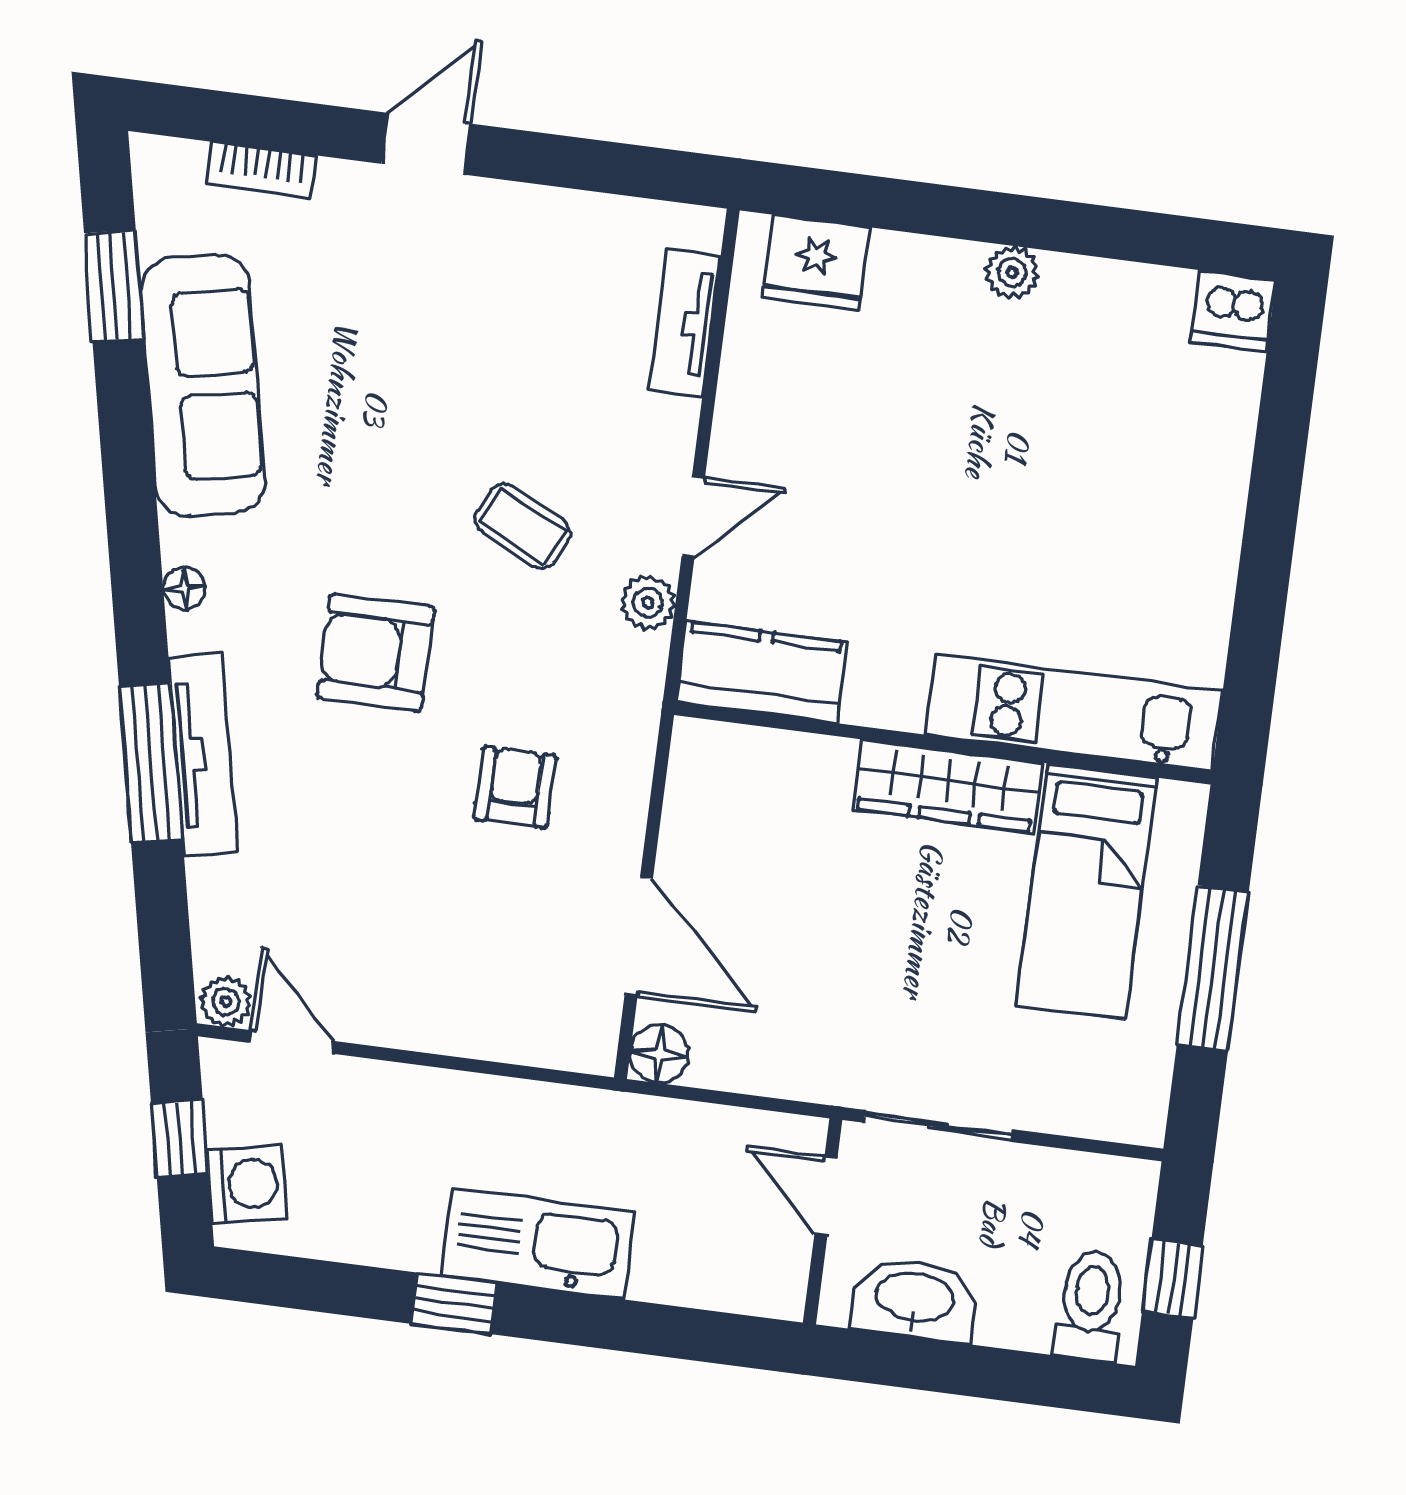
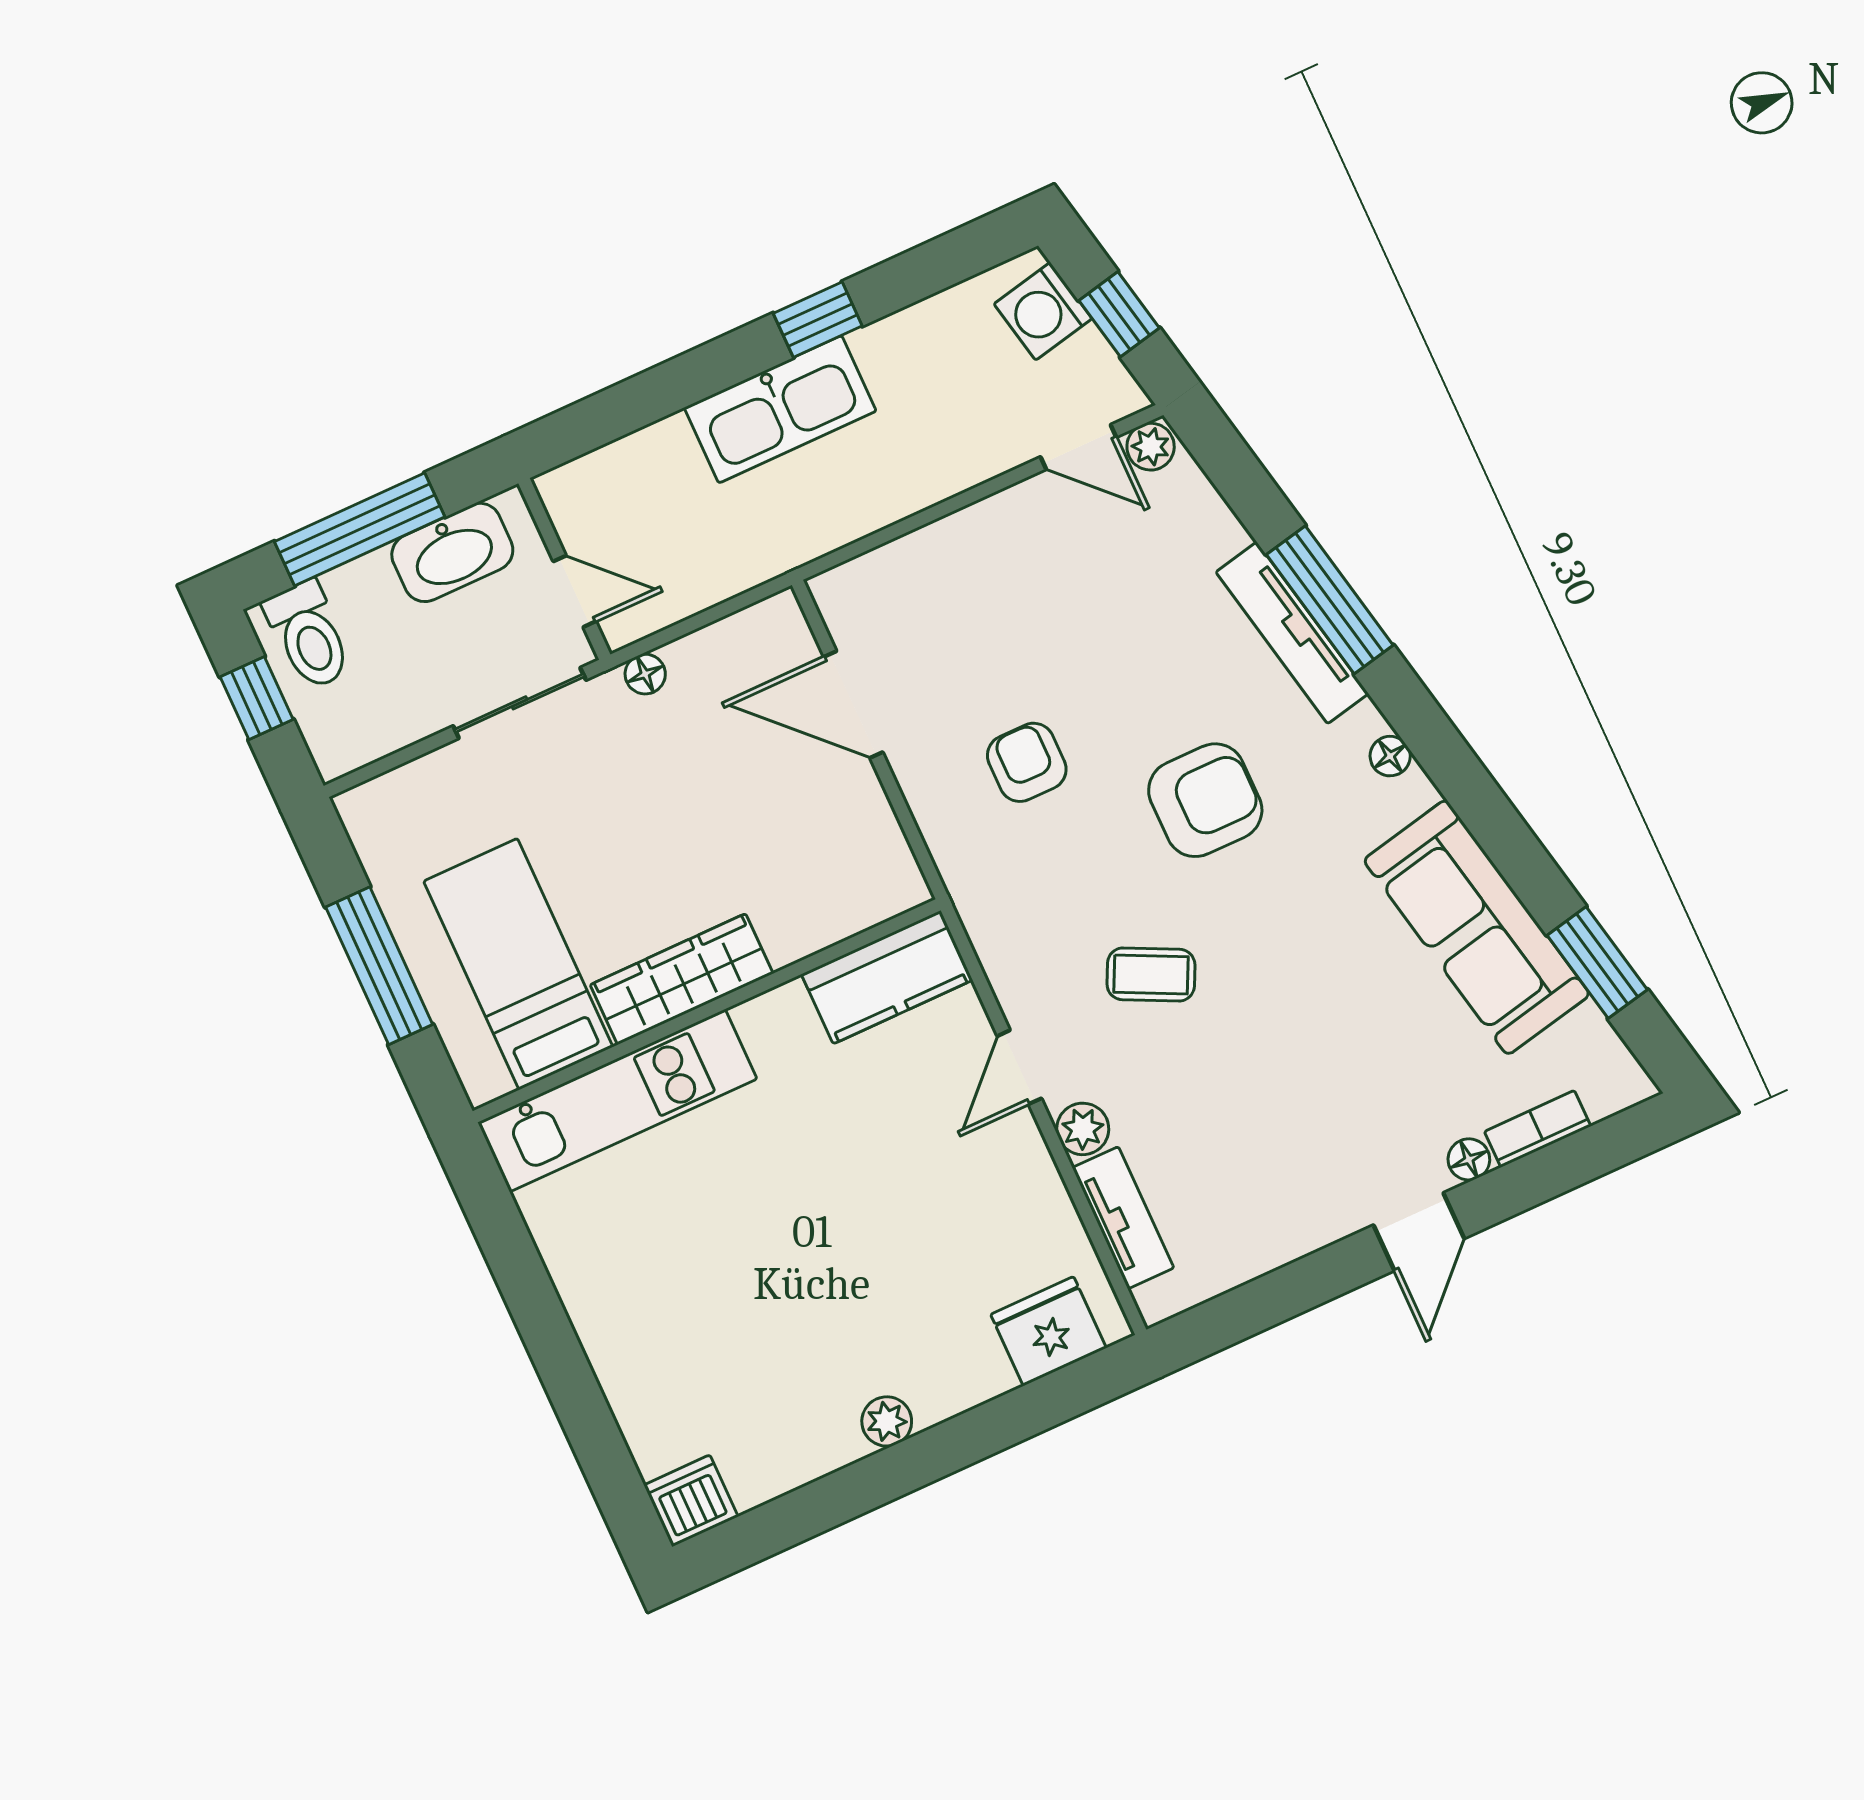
floor lamp: (340, 181) -> (1469, 1159), added
plant: (648, 603) -> (1083, 1129), moved
armchair: (515, 787) -> (1027, 762), turned 180
floor lamp: (659, 1054) -> (645, 674), moved, width x0.73, depth x0.73
window: (985, 1372) -> (360, 529), added

